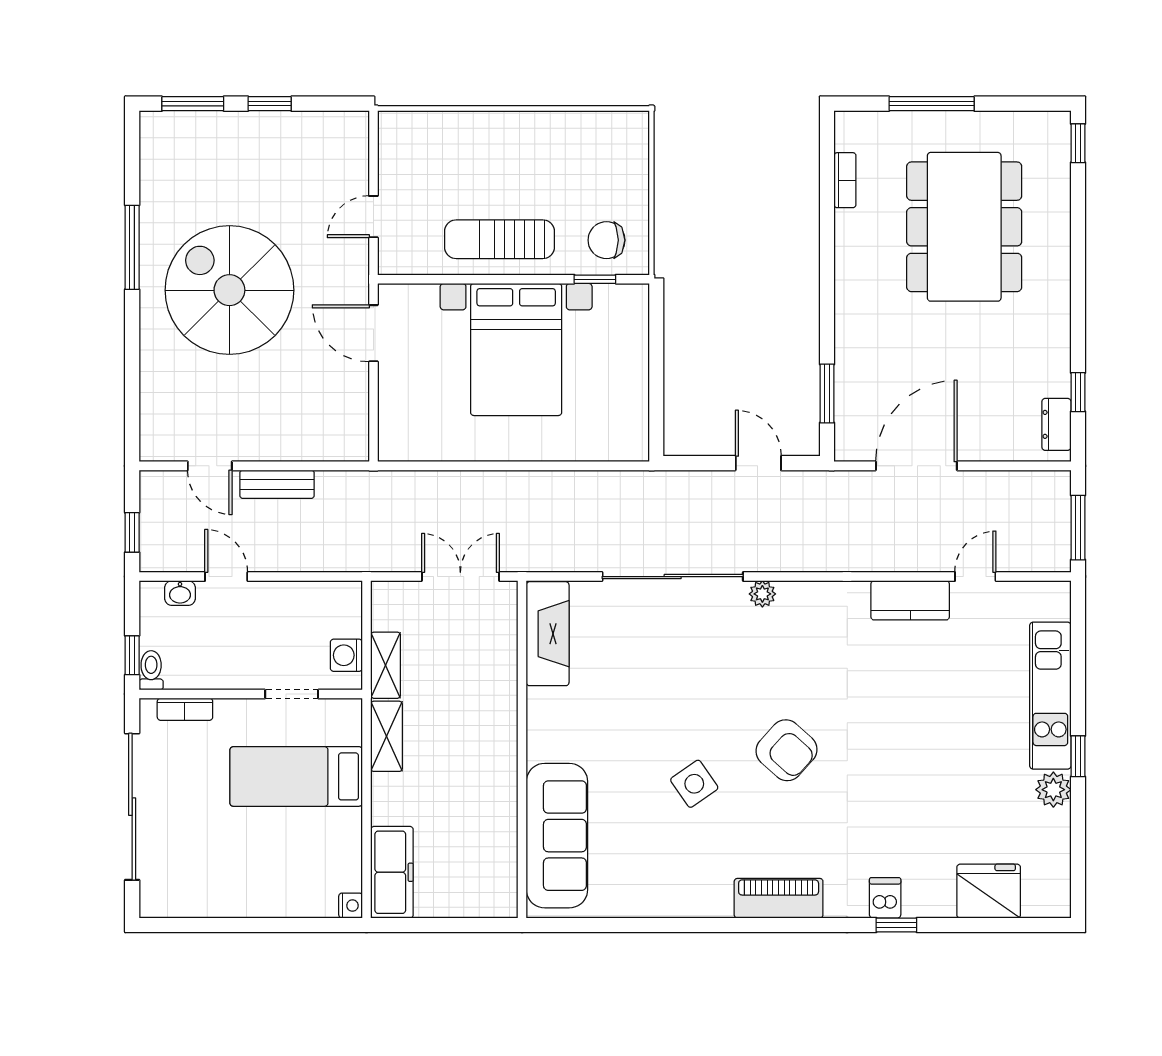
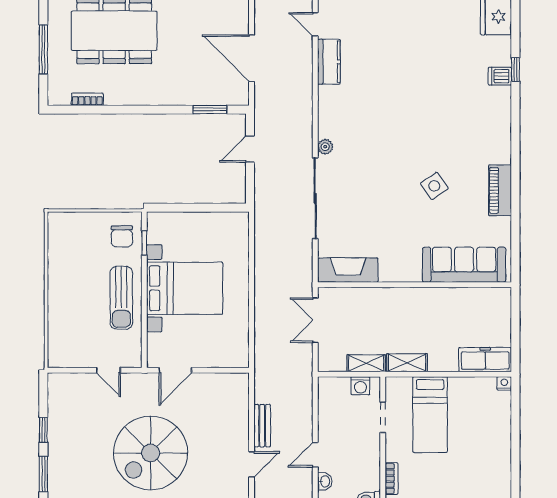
armchair: (786, 750) -> (415, 133), removed
piano: (779, 898) -> (500, 190), moved

